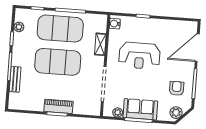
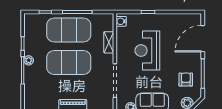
plant: (19, 27) -> (29, 60), moved
reception desk: (139, 56) -> (147, 51), turned 90
bench: (15, 79) -> (29, 82), removed

